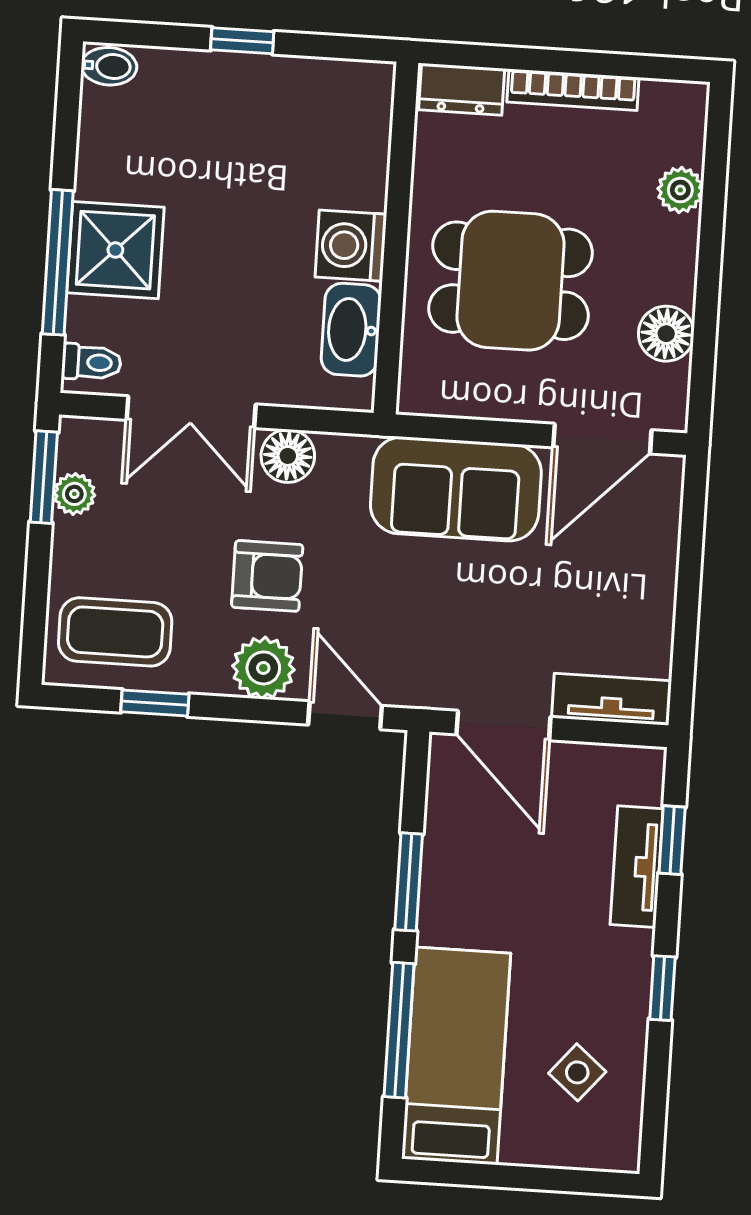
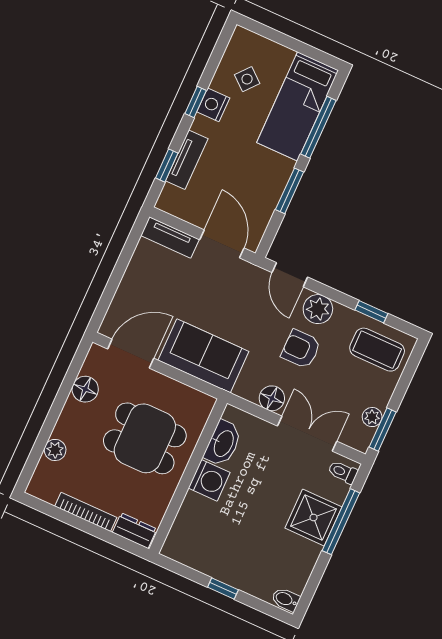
nightstand: (625, 996) -> (213, 105), added

